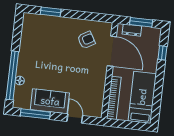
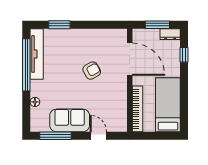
dresser: (132, 30) -> (170, 34), moved
tv unit: (27, 36) -> (37, 54), added
armchair: (86, 40) -> (92, 71), moved
window: (12, 75) -> (26, 65), moved

